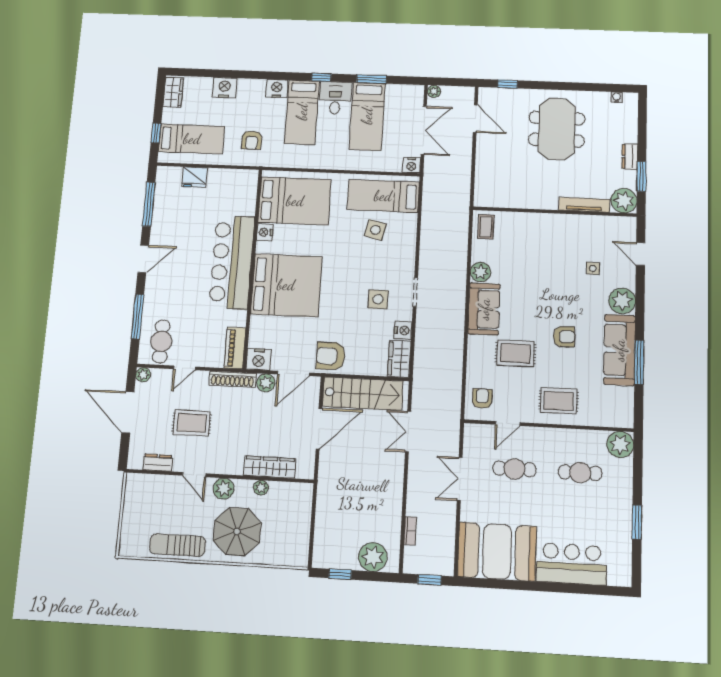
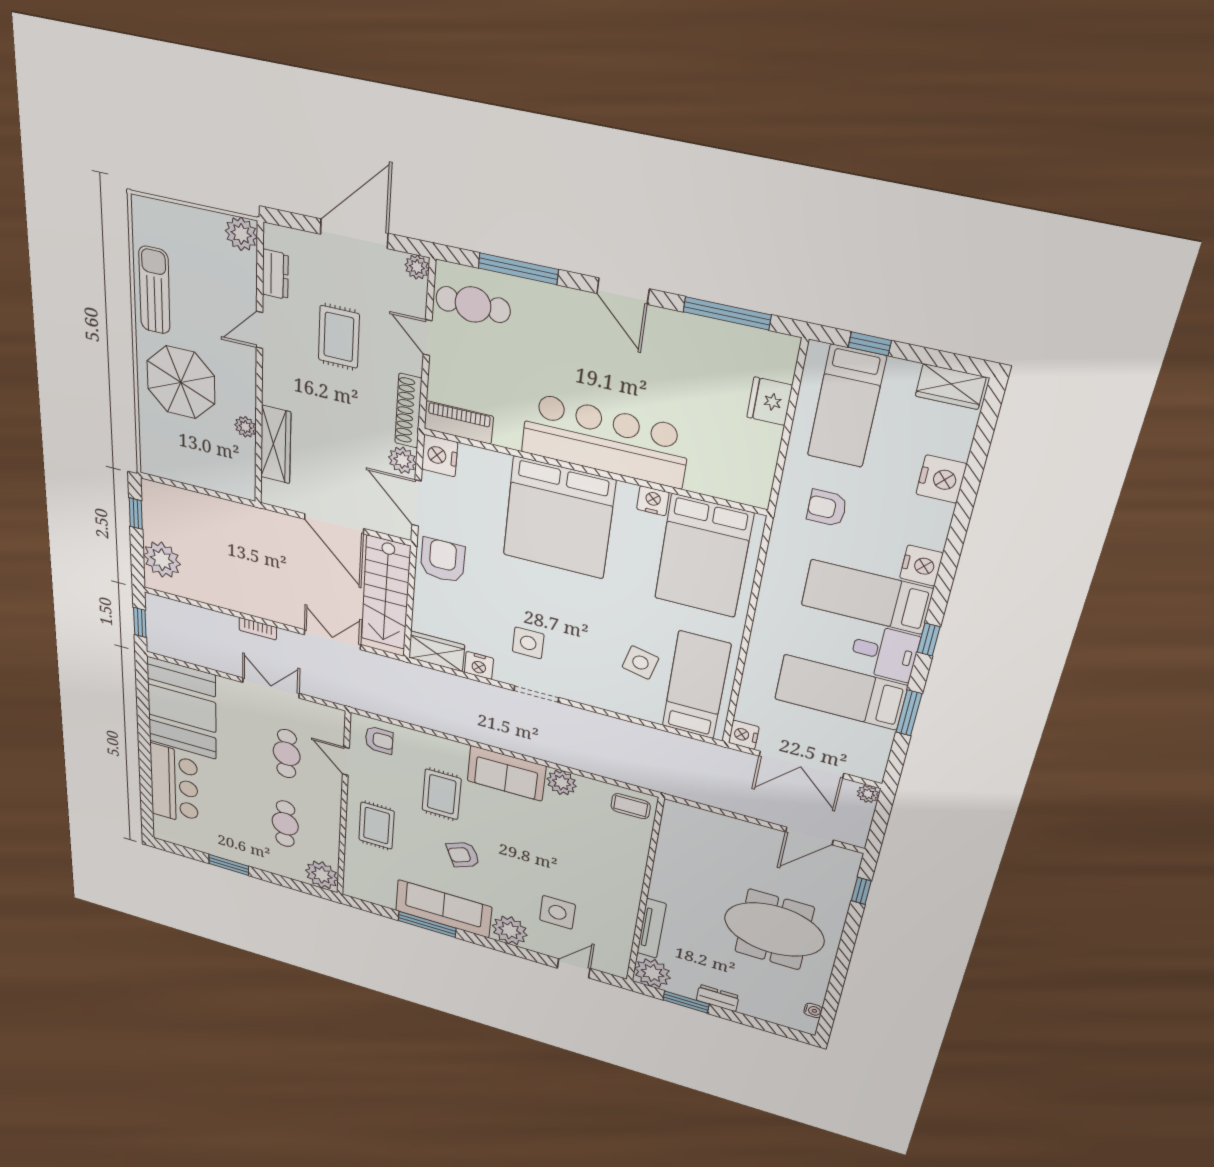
side table: (593, 268) -> (557, 912), width x1.87, depth x1.87
armchair: (564, 337) -> (463, 855), turned 68
plant: (224, 489) -> (241, 234), moved
bookcase: (410, 531) -> (258, 629), moved

